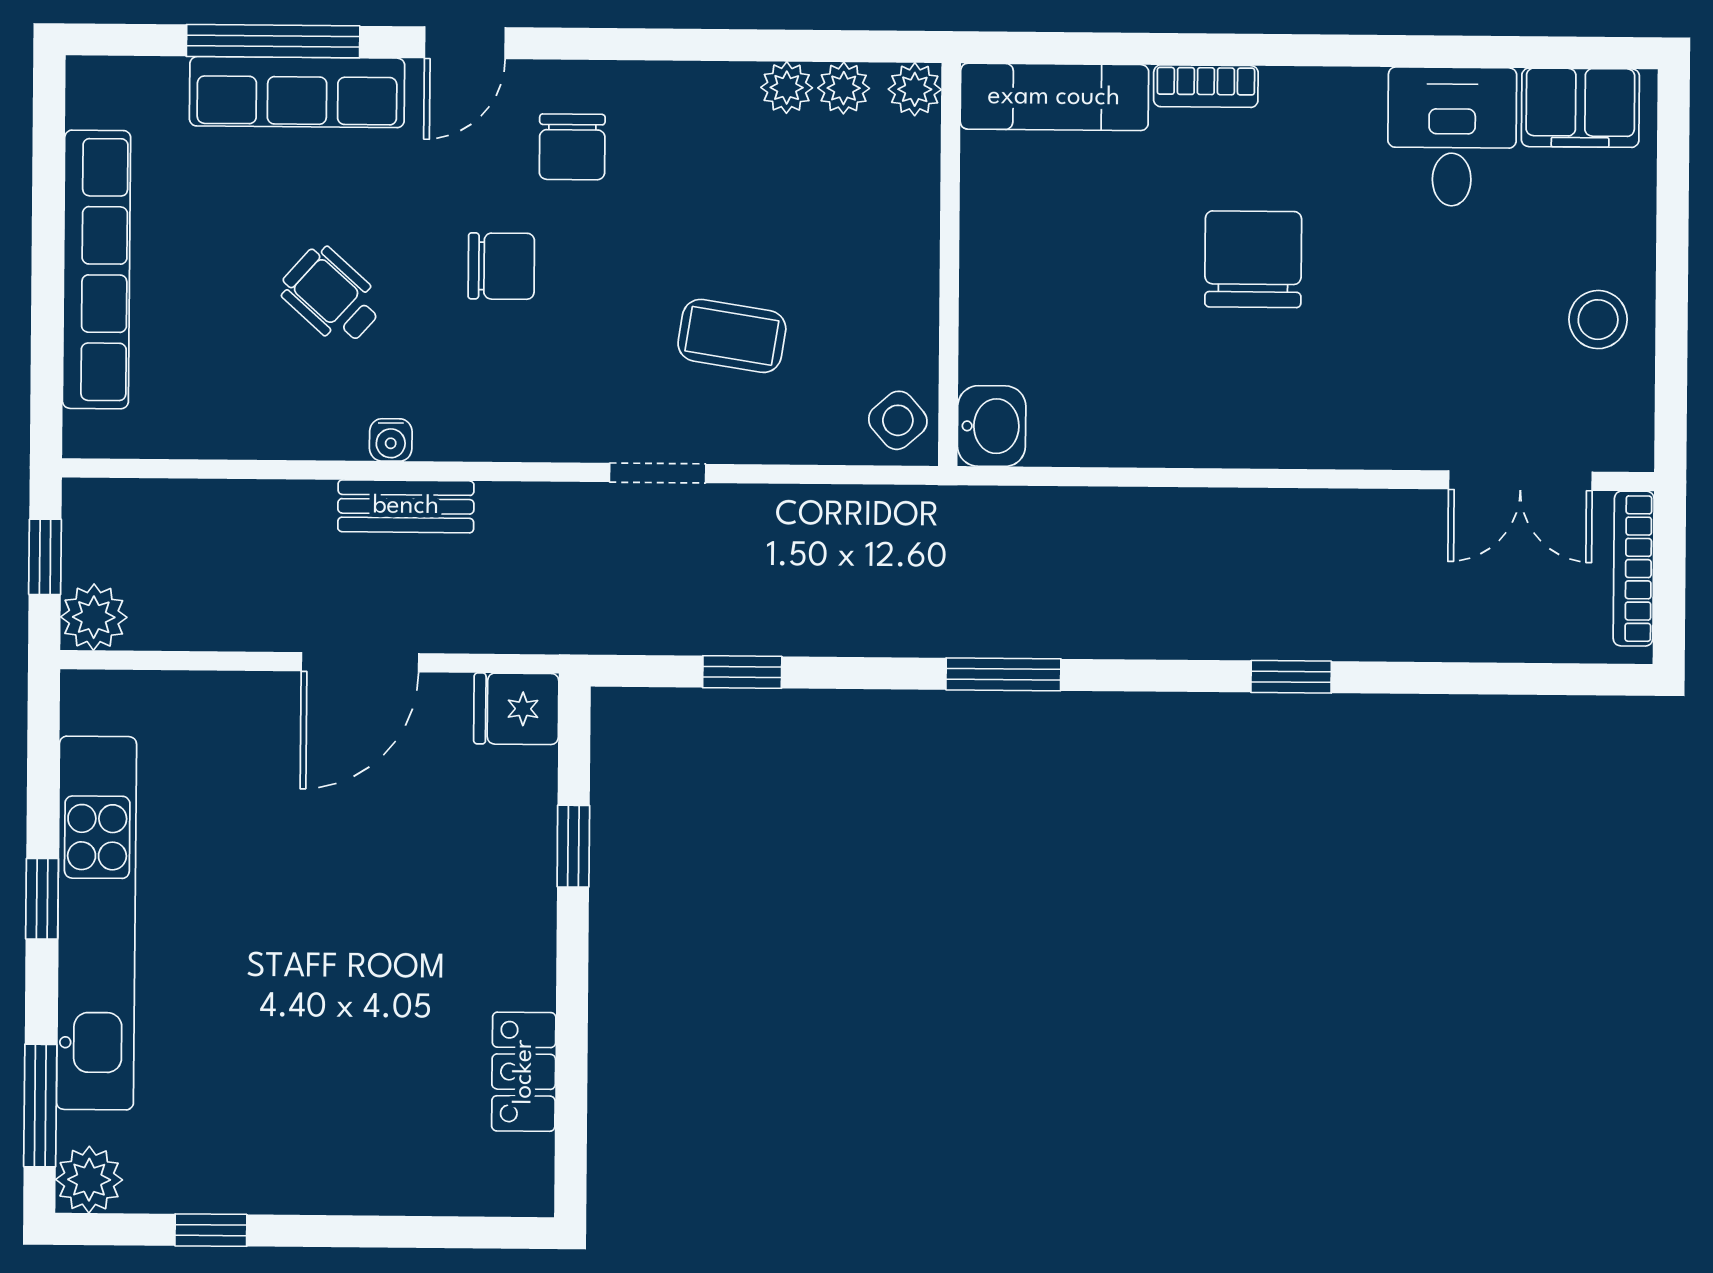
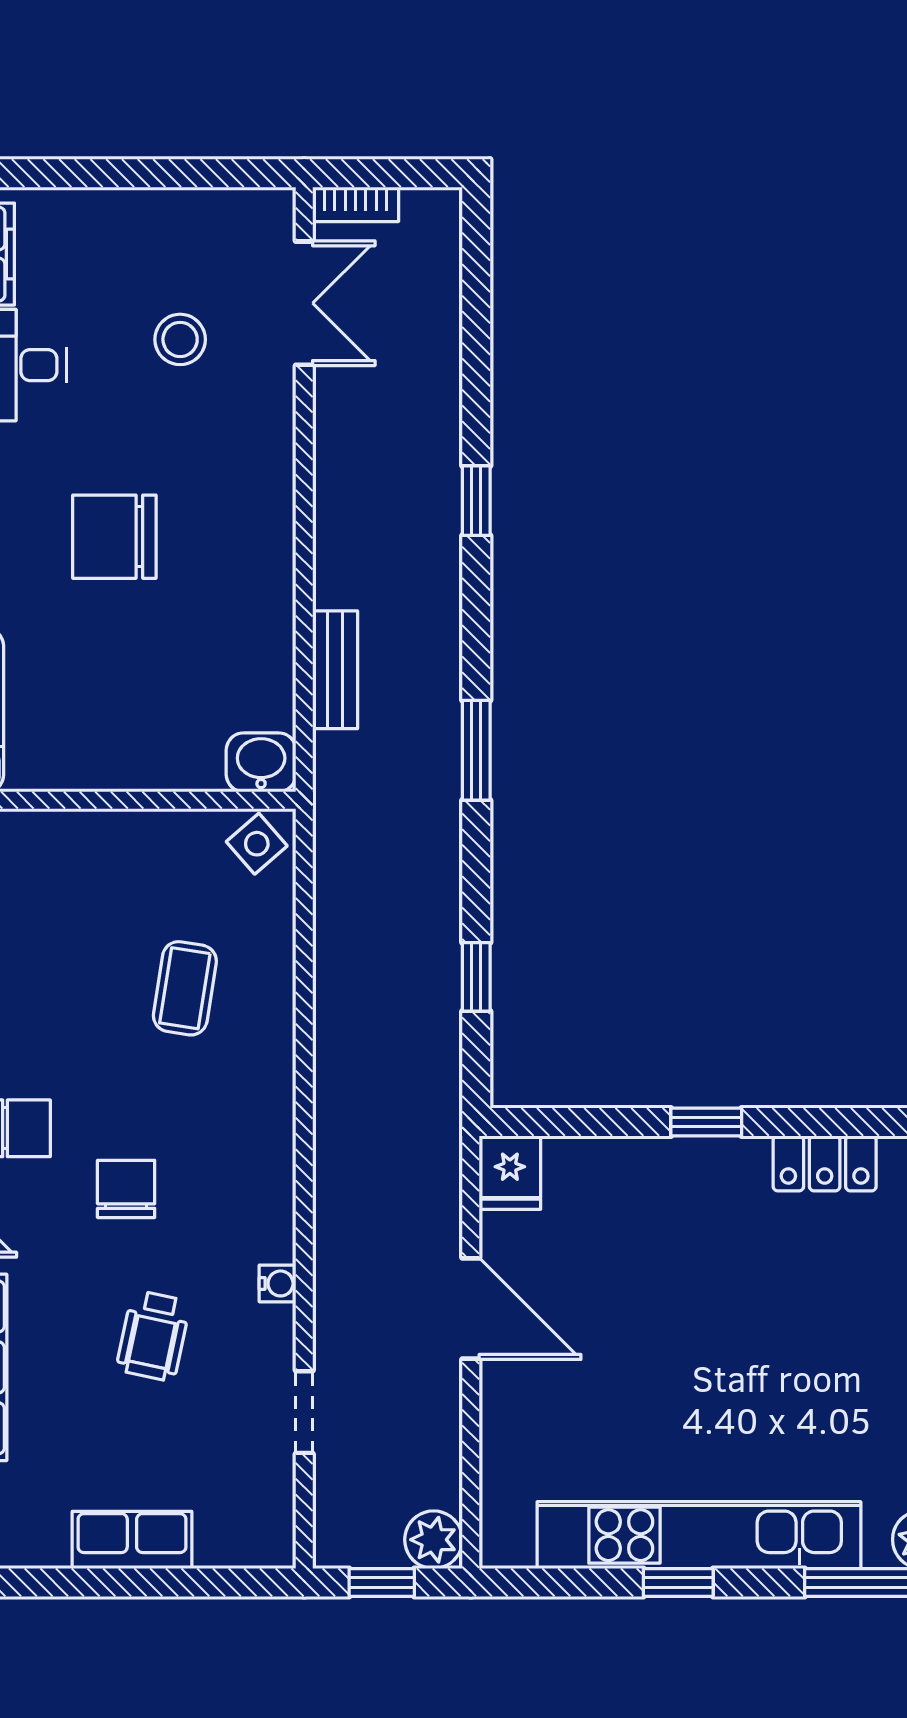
row of seats: (97, 269) -> (132, 1540), width x0.50
wheelchair: (332, 296) -> (153, 1336), turned -30
stool: (1598, 320) -> (180, 339), moved
doorway: (658, 473) -> (304, 1412), moved
bench: (406, 506) -> (335, 670), moved
bookcase: (1634, 569) -> (356, 204), width x0.64
window: (573, 846) -> (706, 1122), moved

